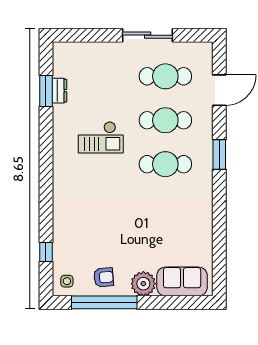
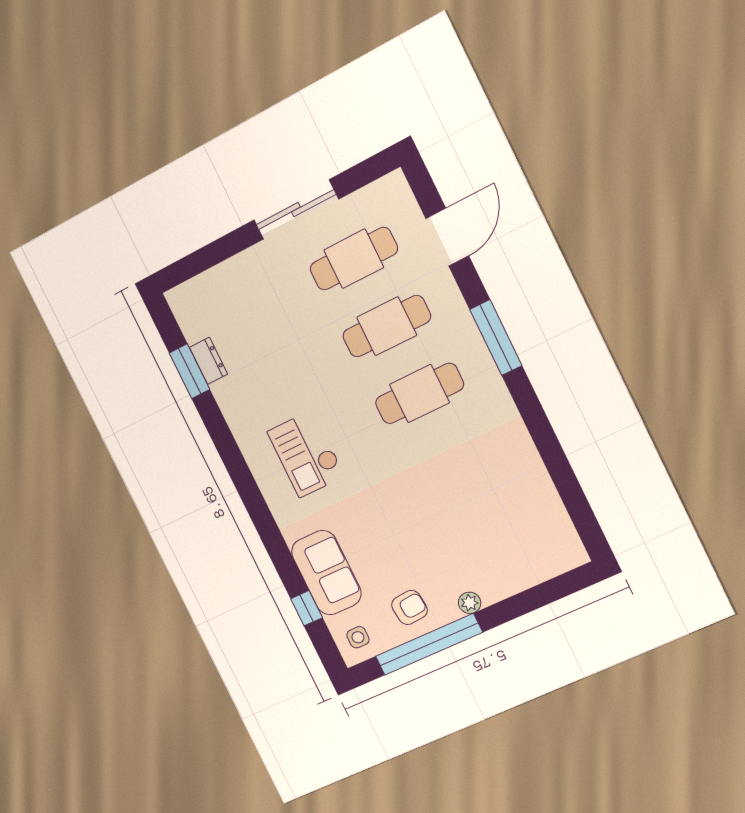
checkout: (101, 137) -> (306, 454), moved, turned 90
window: (219, 154) -> (496, 338), width x1.44
sofa: (182, 281) -> (326, 573), moved, turned 90
plant: (143, 284) -> (470, 603), width x0.53, depth x0.53

